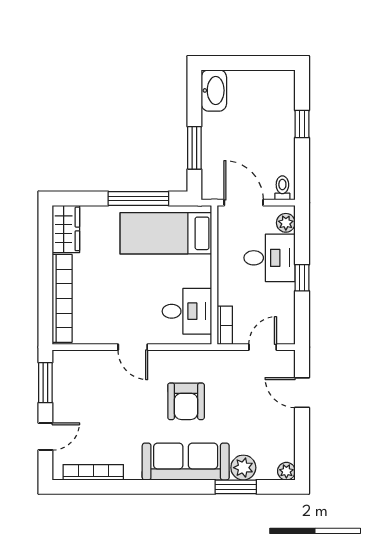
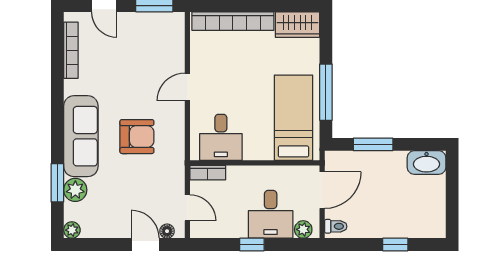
floor lamp: (288, 369) -> (167, 231), added
door: (302, 393) -> (145, 245), hinge flipped
armchair: (186, 401) -> (137, 137), turned 180

